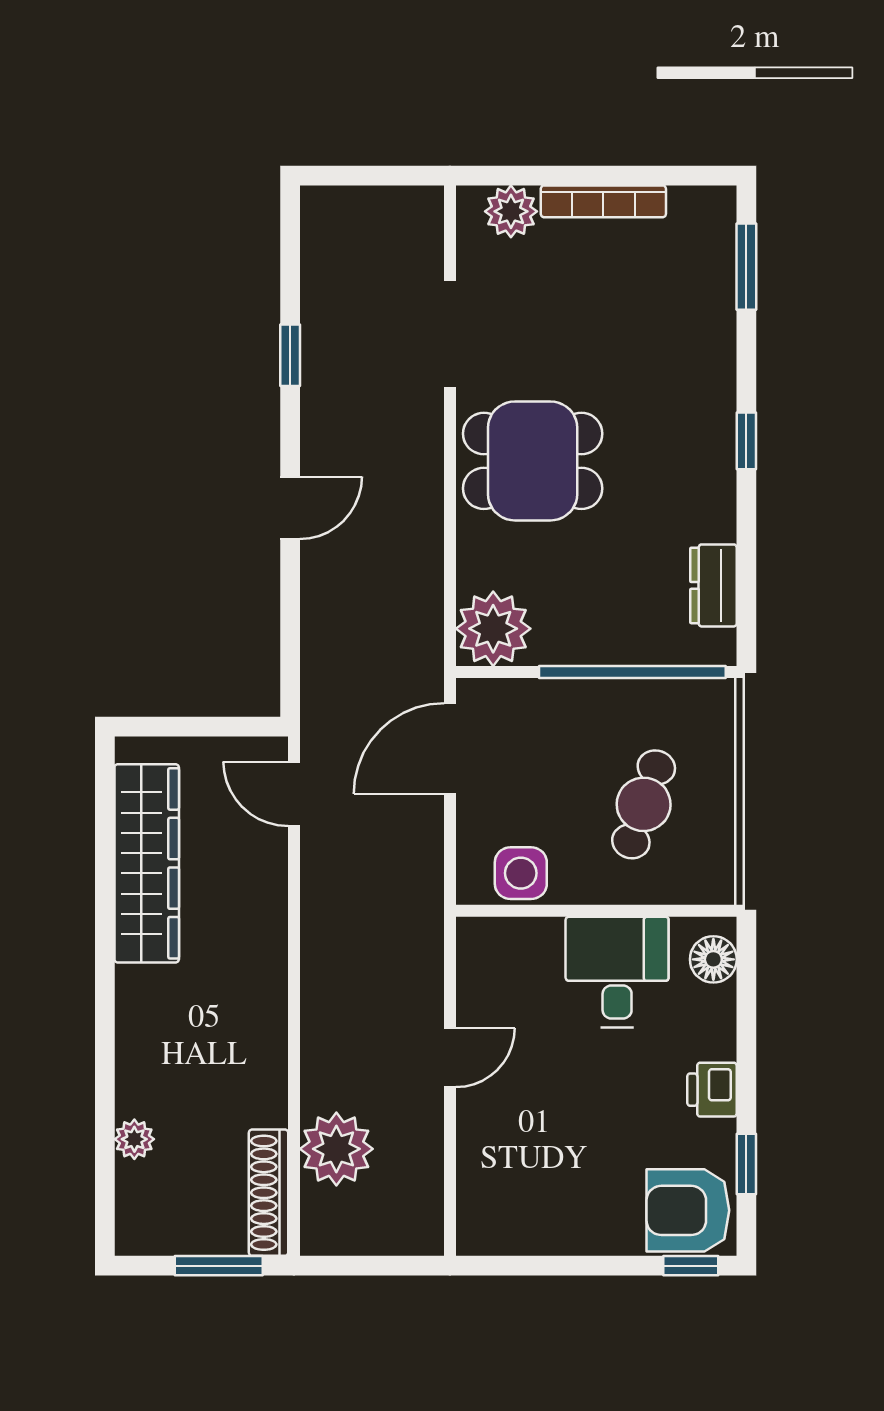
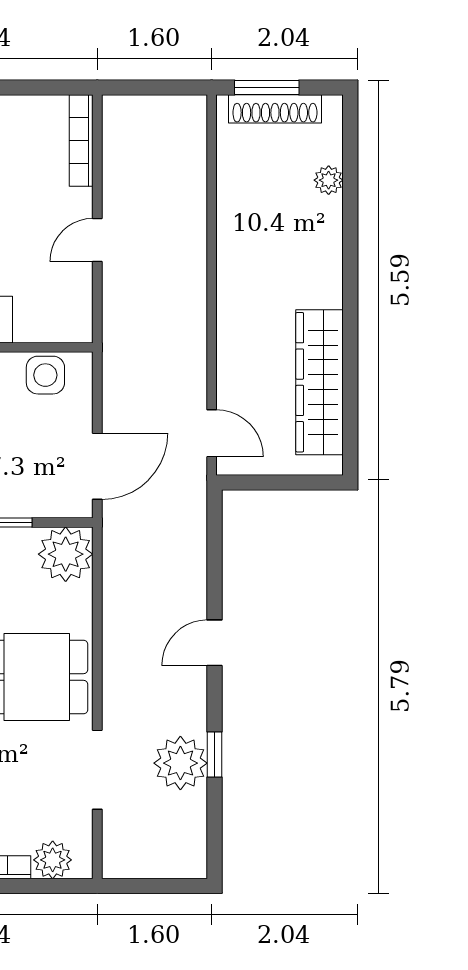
plant: (336, 1149) -> (180, 763), moved
shoe rack: (269, 1193) -> (275, 109), moved, turned 90
bookcase: (472, 1193) -> (81, 141), added

